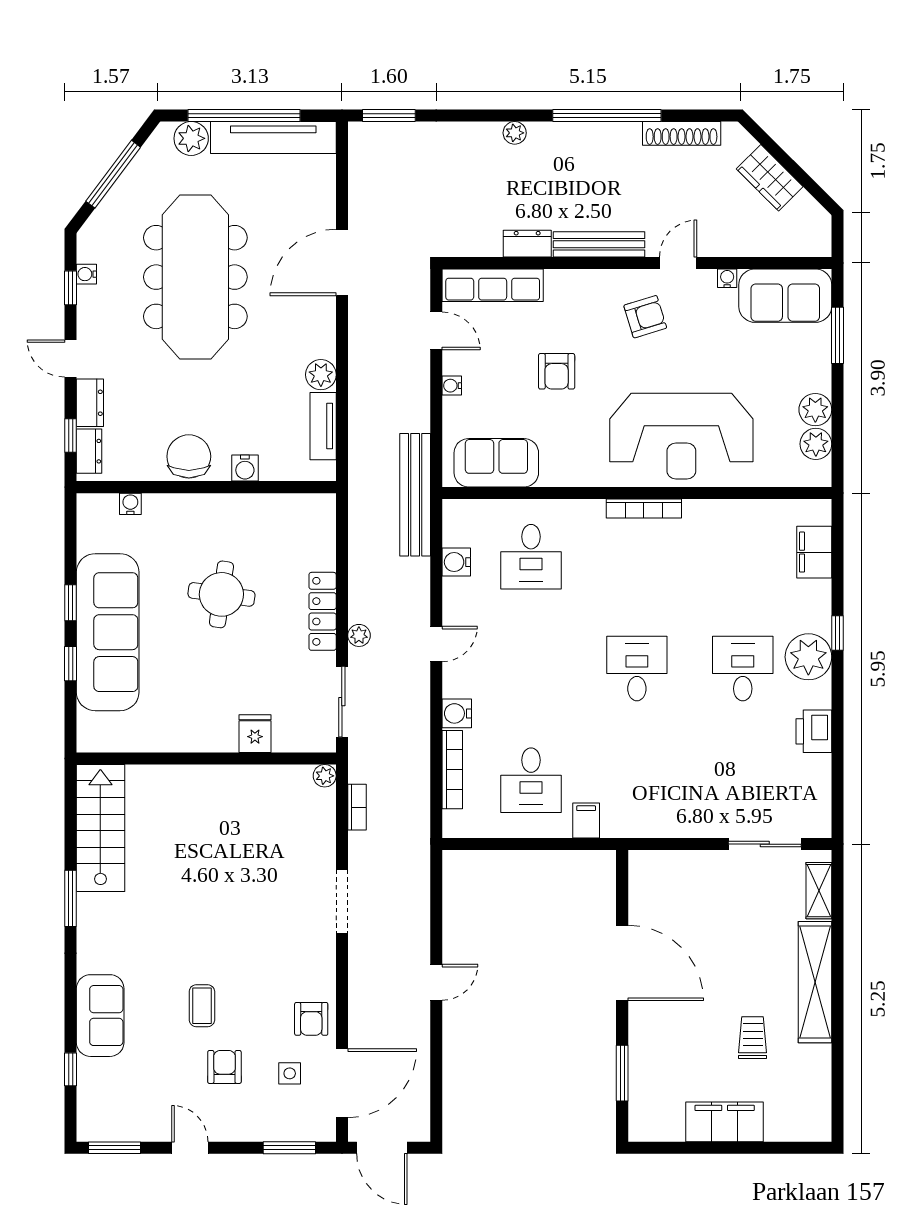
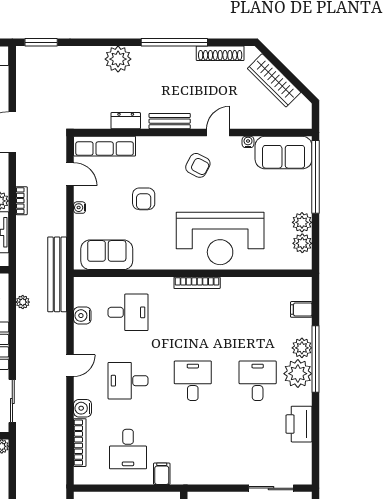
plant: (515, 133) -> (118, 59), width x1.88, depth x1.88
wardrobe: (770, 178) -> (274, 80), width x1.50
bench: (599, 244) -> (170, 121), width x0.73
armchair: (645, 317) -> (198, 165), turned 44
window: (837, 335) -> (316, 177), width x2.11
filing cabinet: (814, 552) -> (301, 309), width x0.50
desk: (531, 557) -> (128, 312), turned -90
plant: (815, 615) -> (302, 348), added
window: (837, 633) -> (316, 359), width x3.17
plant: (359, 635) -> (23, 302), moved
desk: (531, 669) -> (128, 381), added
printer: (814, 731) -> (299, 424), width x1.37, depth x1.19
bookcase: (357, 807) -> (22, 201), moved

